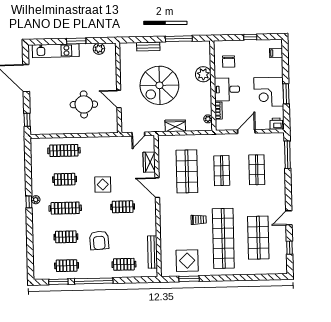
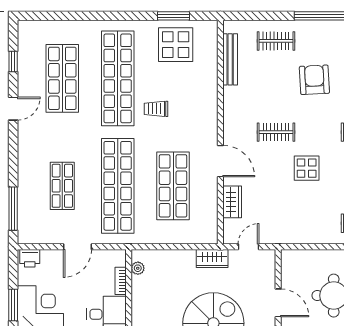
wardrobe: (175, 126) -> (212, 258), moved
shop shelf: (222, 171) -> (118, 186), width x2.00, depth x1.36

